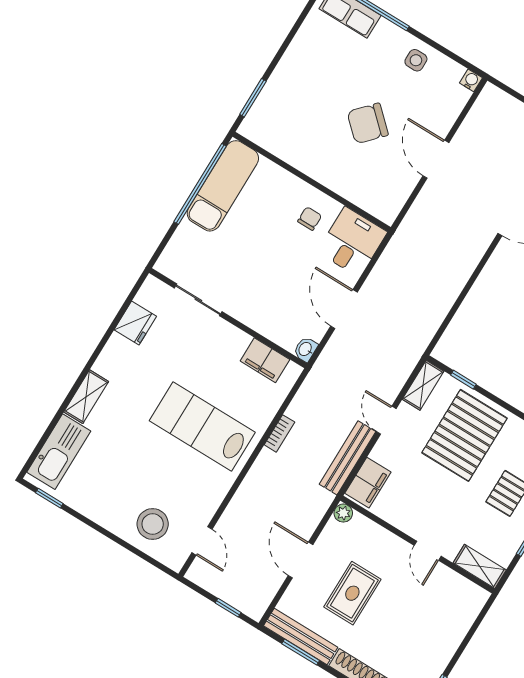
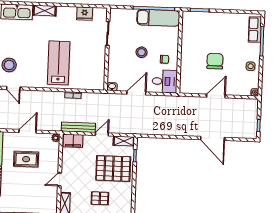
chair: (368, 123) -> (215, 61), turned 47
stool: (271, 255) -> (142, 52), added
filing cabinet: (265, 360) -> (99, 73), removed
door: (202, 541) -> (13, 88), hinge flipped

